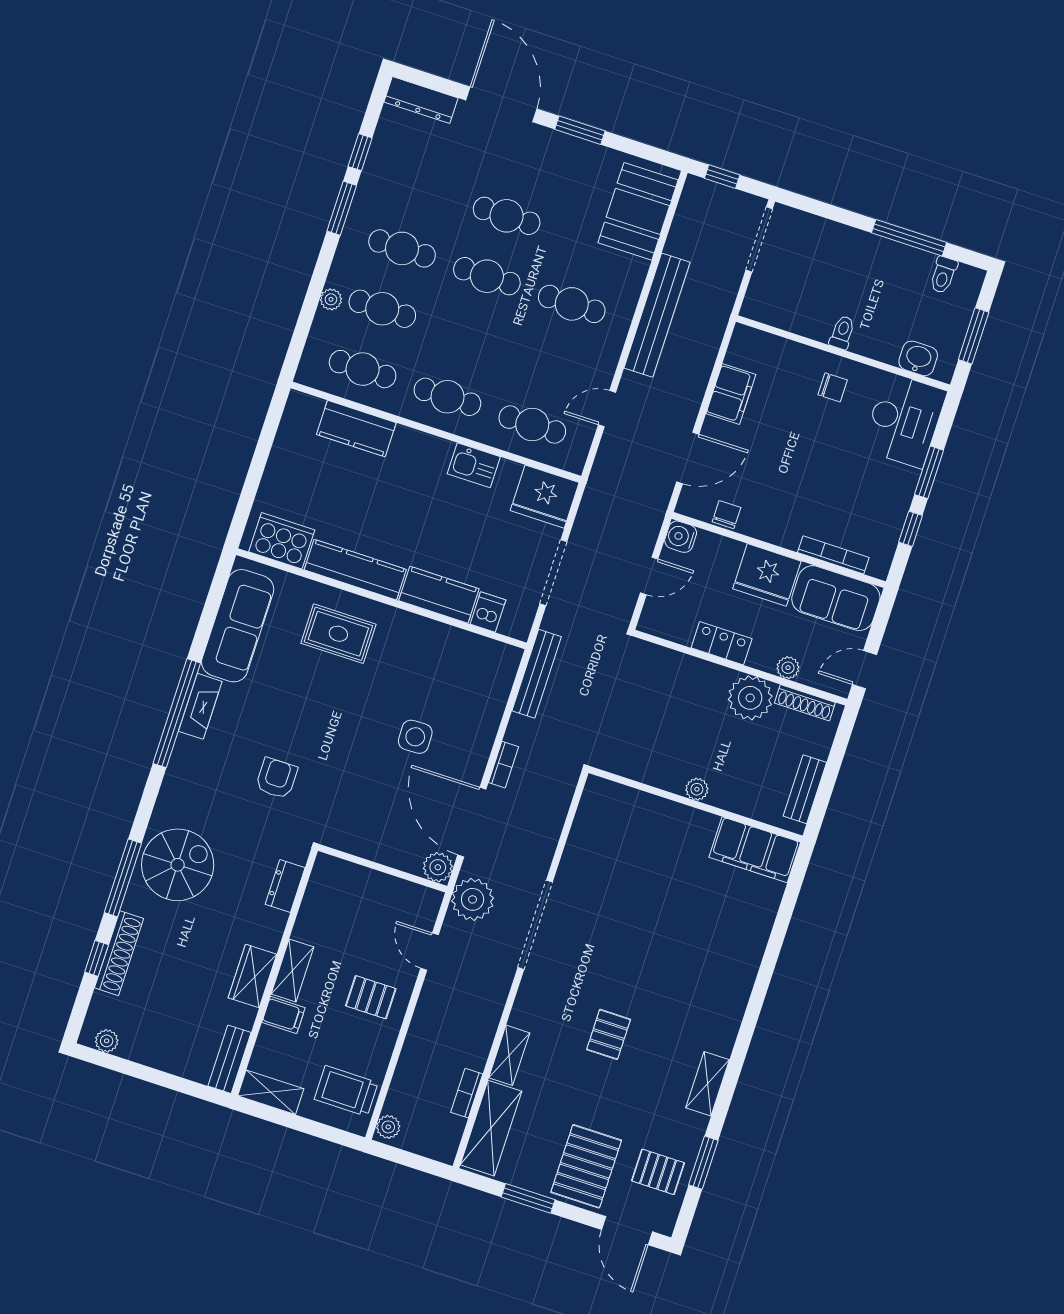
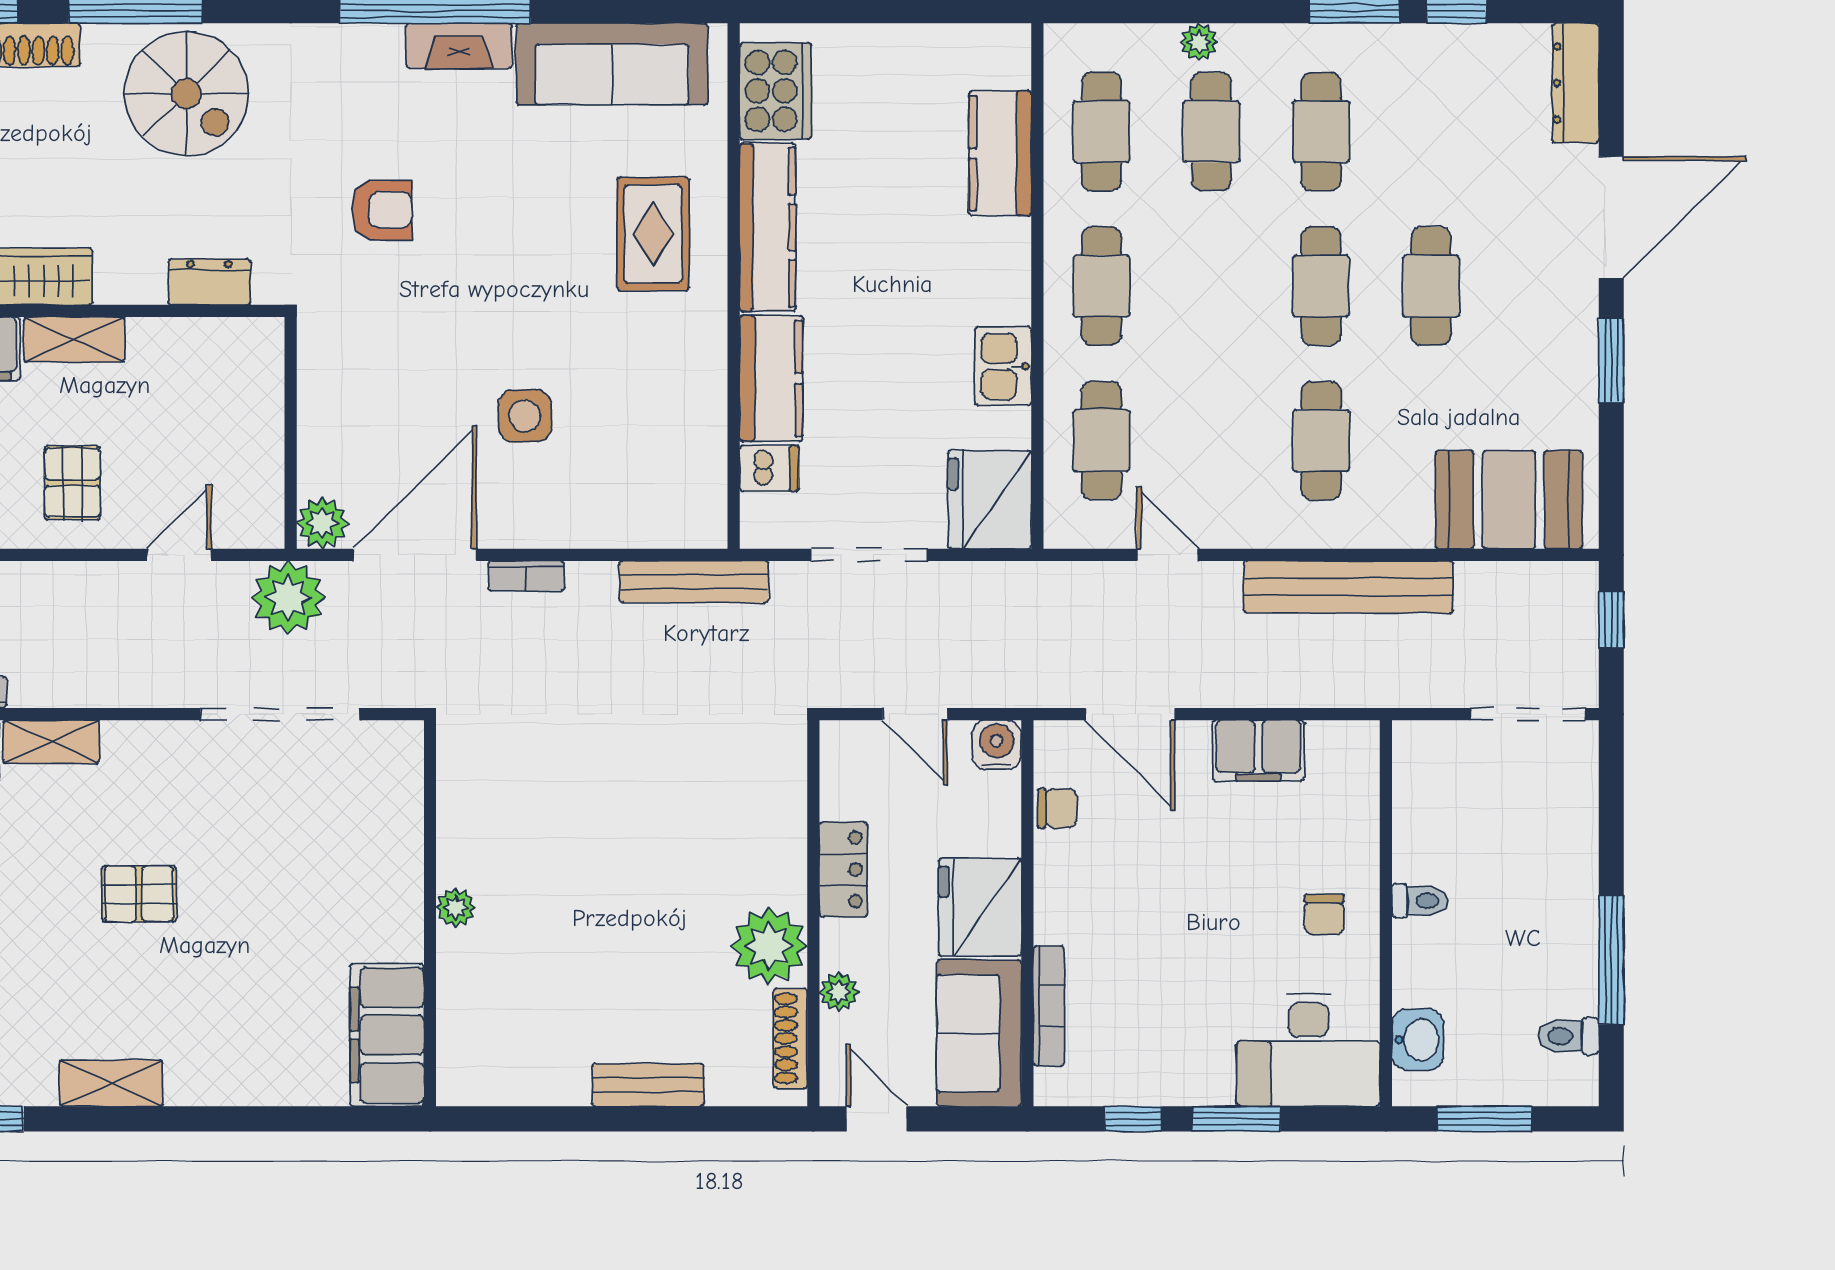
plant: (697, 789) -> (456, 907), moved
wall: (696, 804) -> (430, 913), moved
filing cabinet: (755, 850) -> (387, 1035), moved

